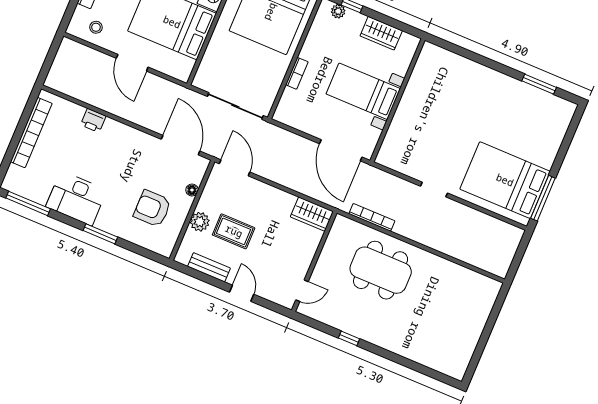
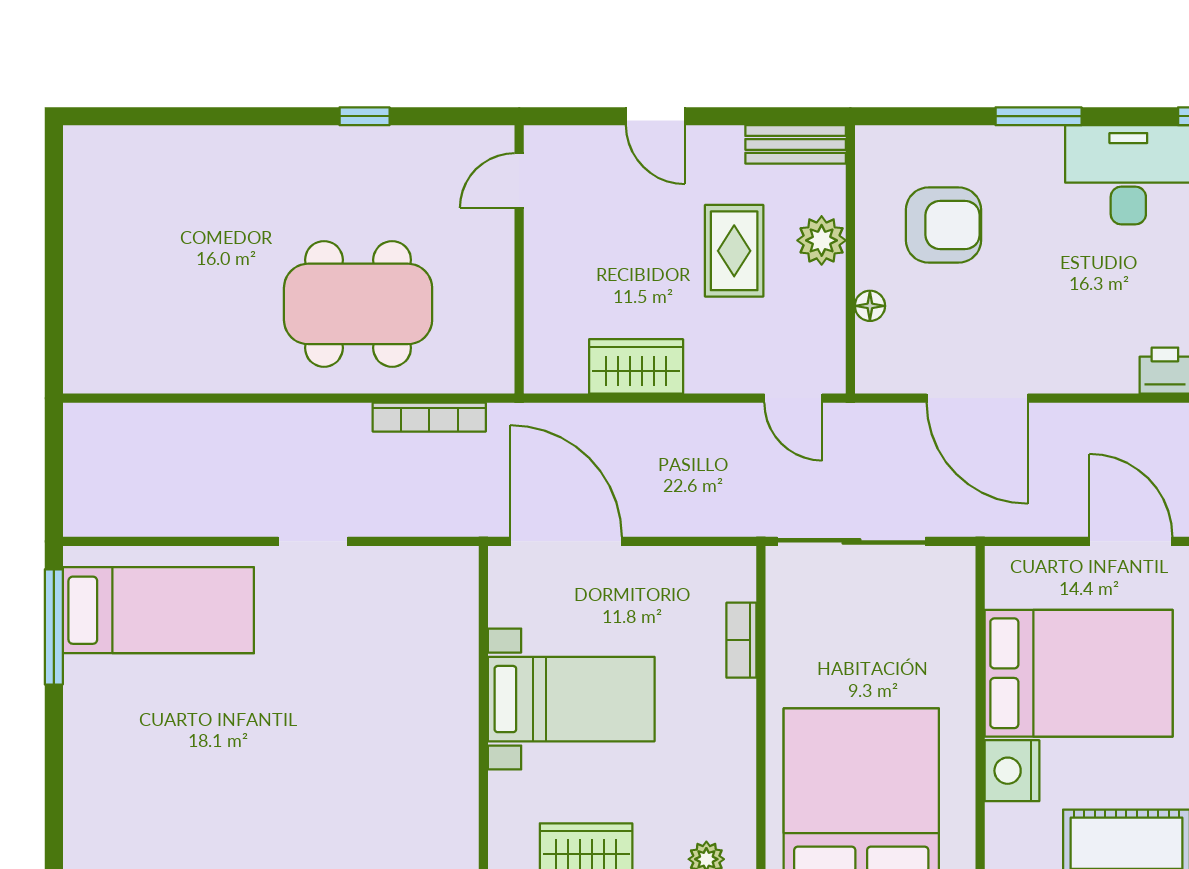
bookcase: (297, 73) -> (741, 640), moved
door: (181, 145) -> (977, 398), moved
door: (235, 168) -> (793, 398), width x0.73
bed: (505, 180) -> (158, 610), width x0.67
wardrobe: (312, 214) -> (636, 366), moved
rug: (234, 231) -> (734, 251), turned 90
bench: (209, 267) -> (796, 144), moved

